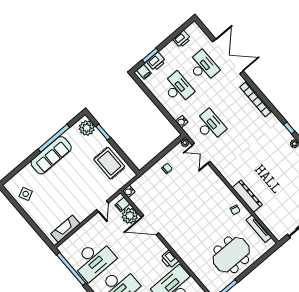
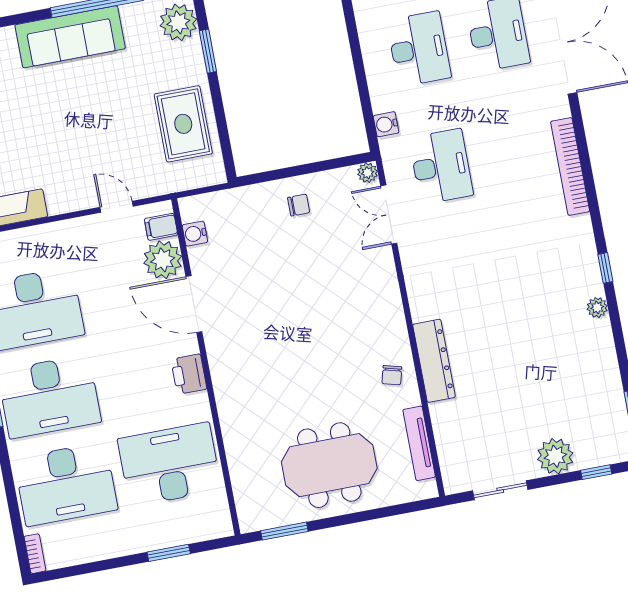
water cooler: (129, 191) -> (195, 234), moved
door: (103, 206) -> (117, 207), swing flipped
printer: (169, 259) -> (189, 374), moved

